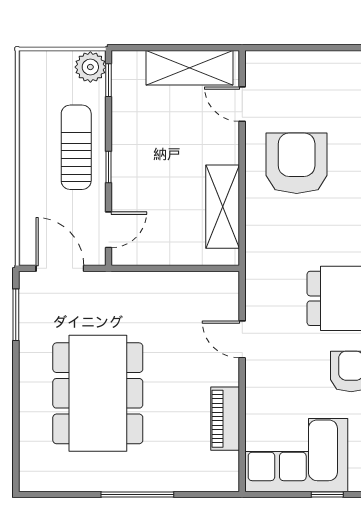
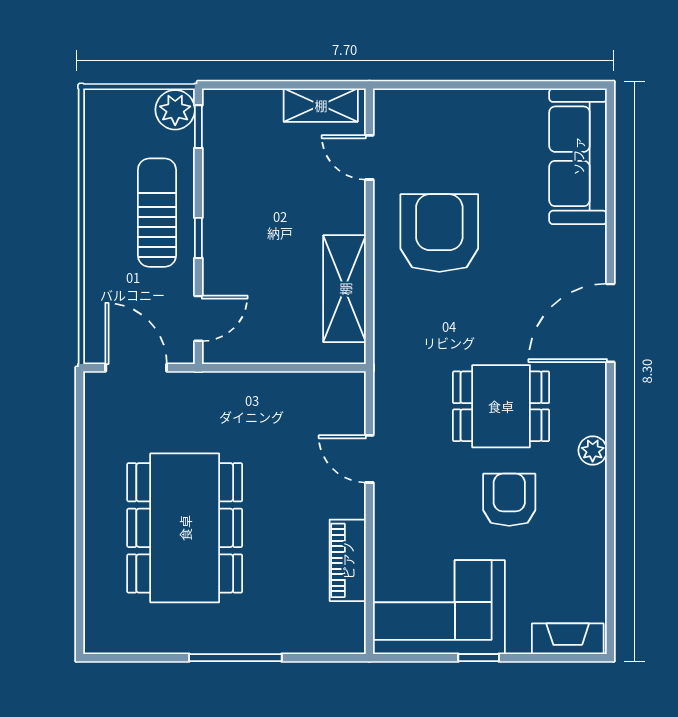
shelving: (190, 68) -> (321, 105), width x0.67, depth x0.75
window: (16, 315) -> (80, 427), removed

